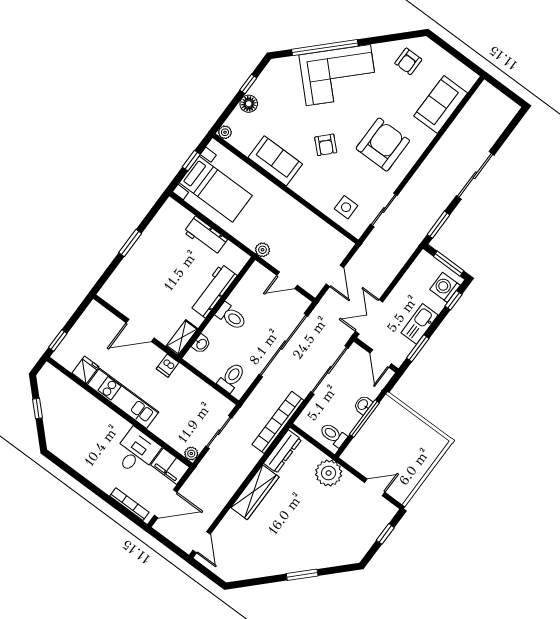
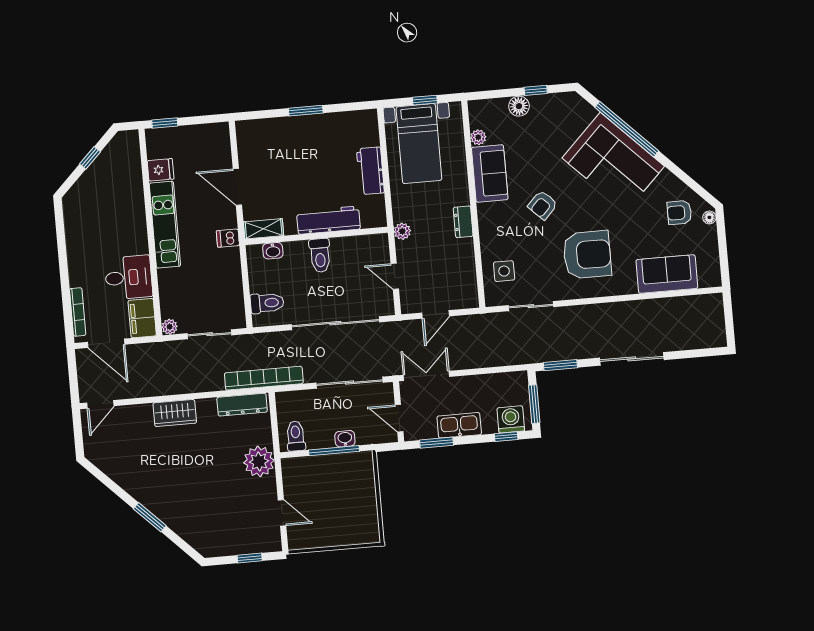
floor lamp: (429, 45) -> (709, 217), added
plant: (225, 132) -> (478, 137), moved
dresser: (291, 205) -> (463, 222), added
door: (381, 358) -> (399, 418), hinge flipped
wardrobe: (255, 492) -> (175, 413), width x0.67

